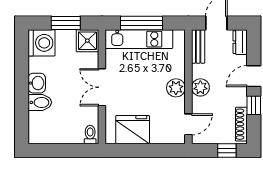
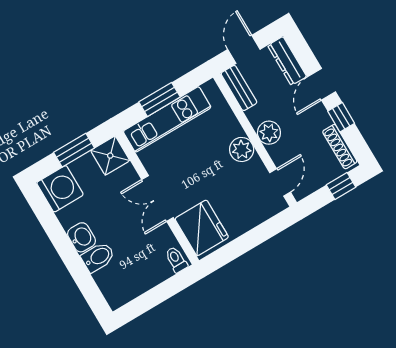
window: (142, 23) -> (159, 99), width x0.69
dresser: (240, 42) -> (287, 61), width x1.44
fridge: (133, 130) -> (202, 228), moved, turned 90

